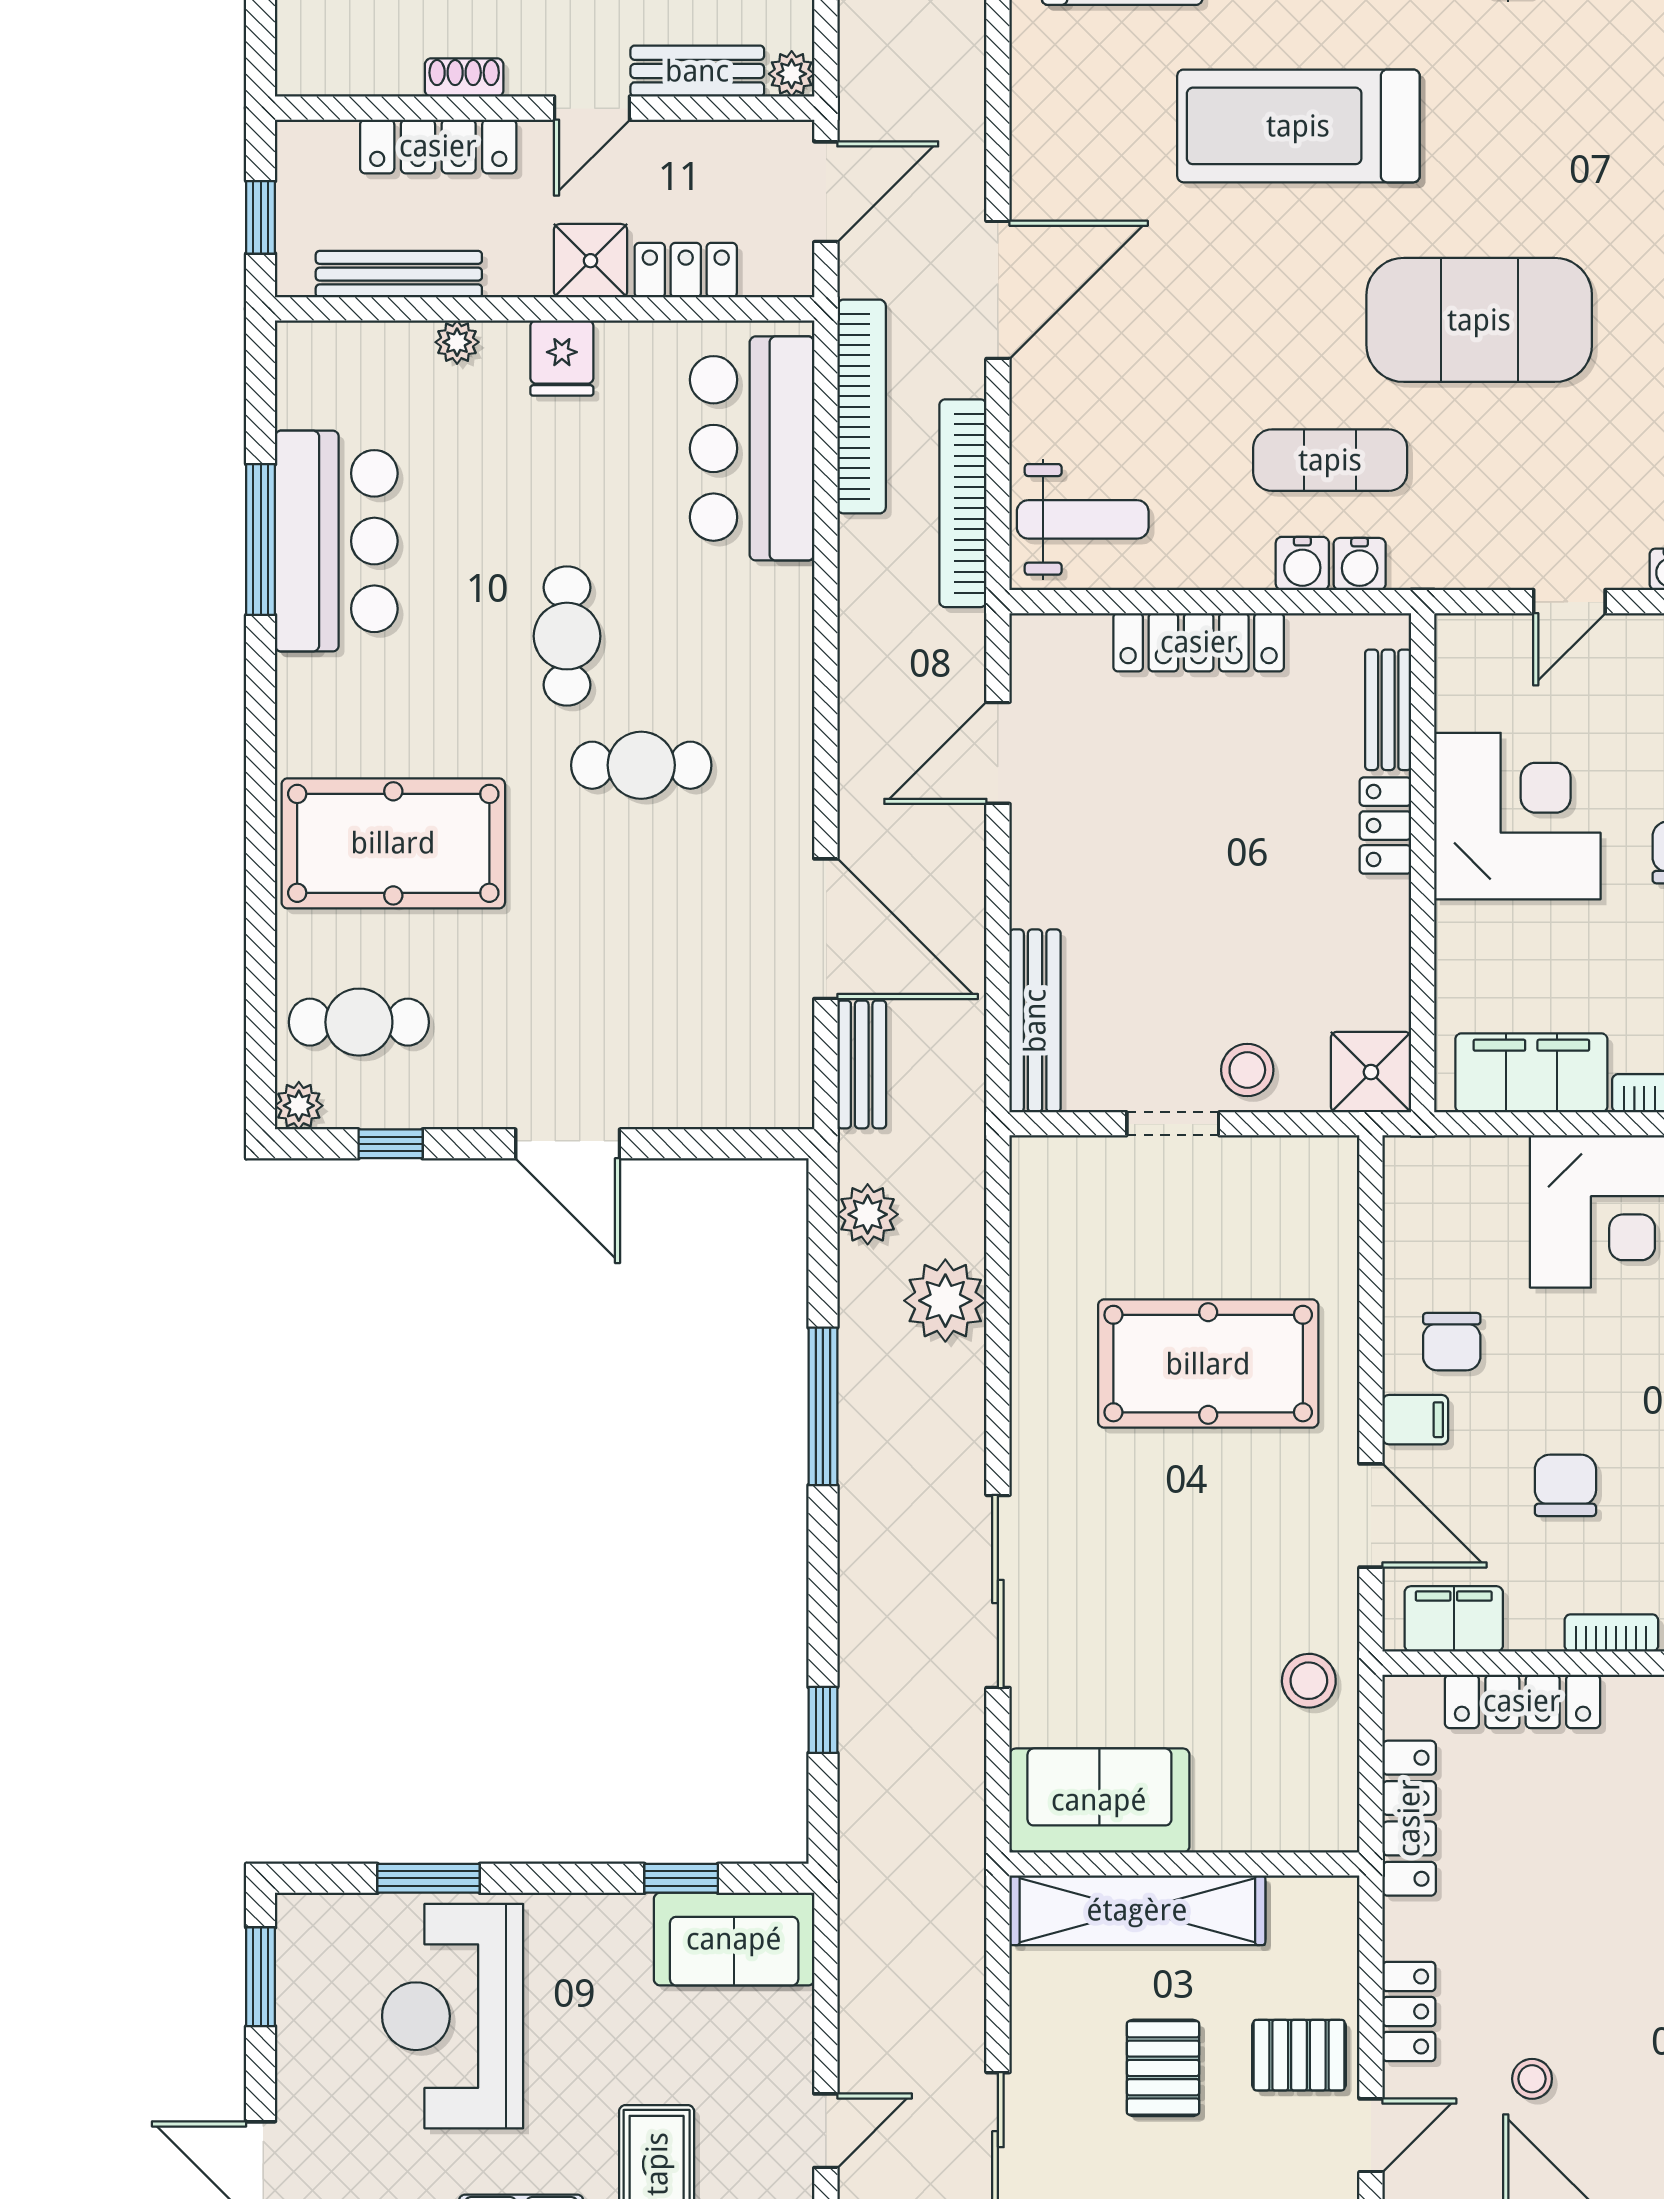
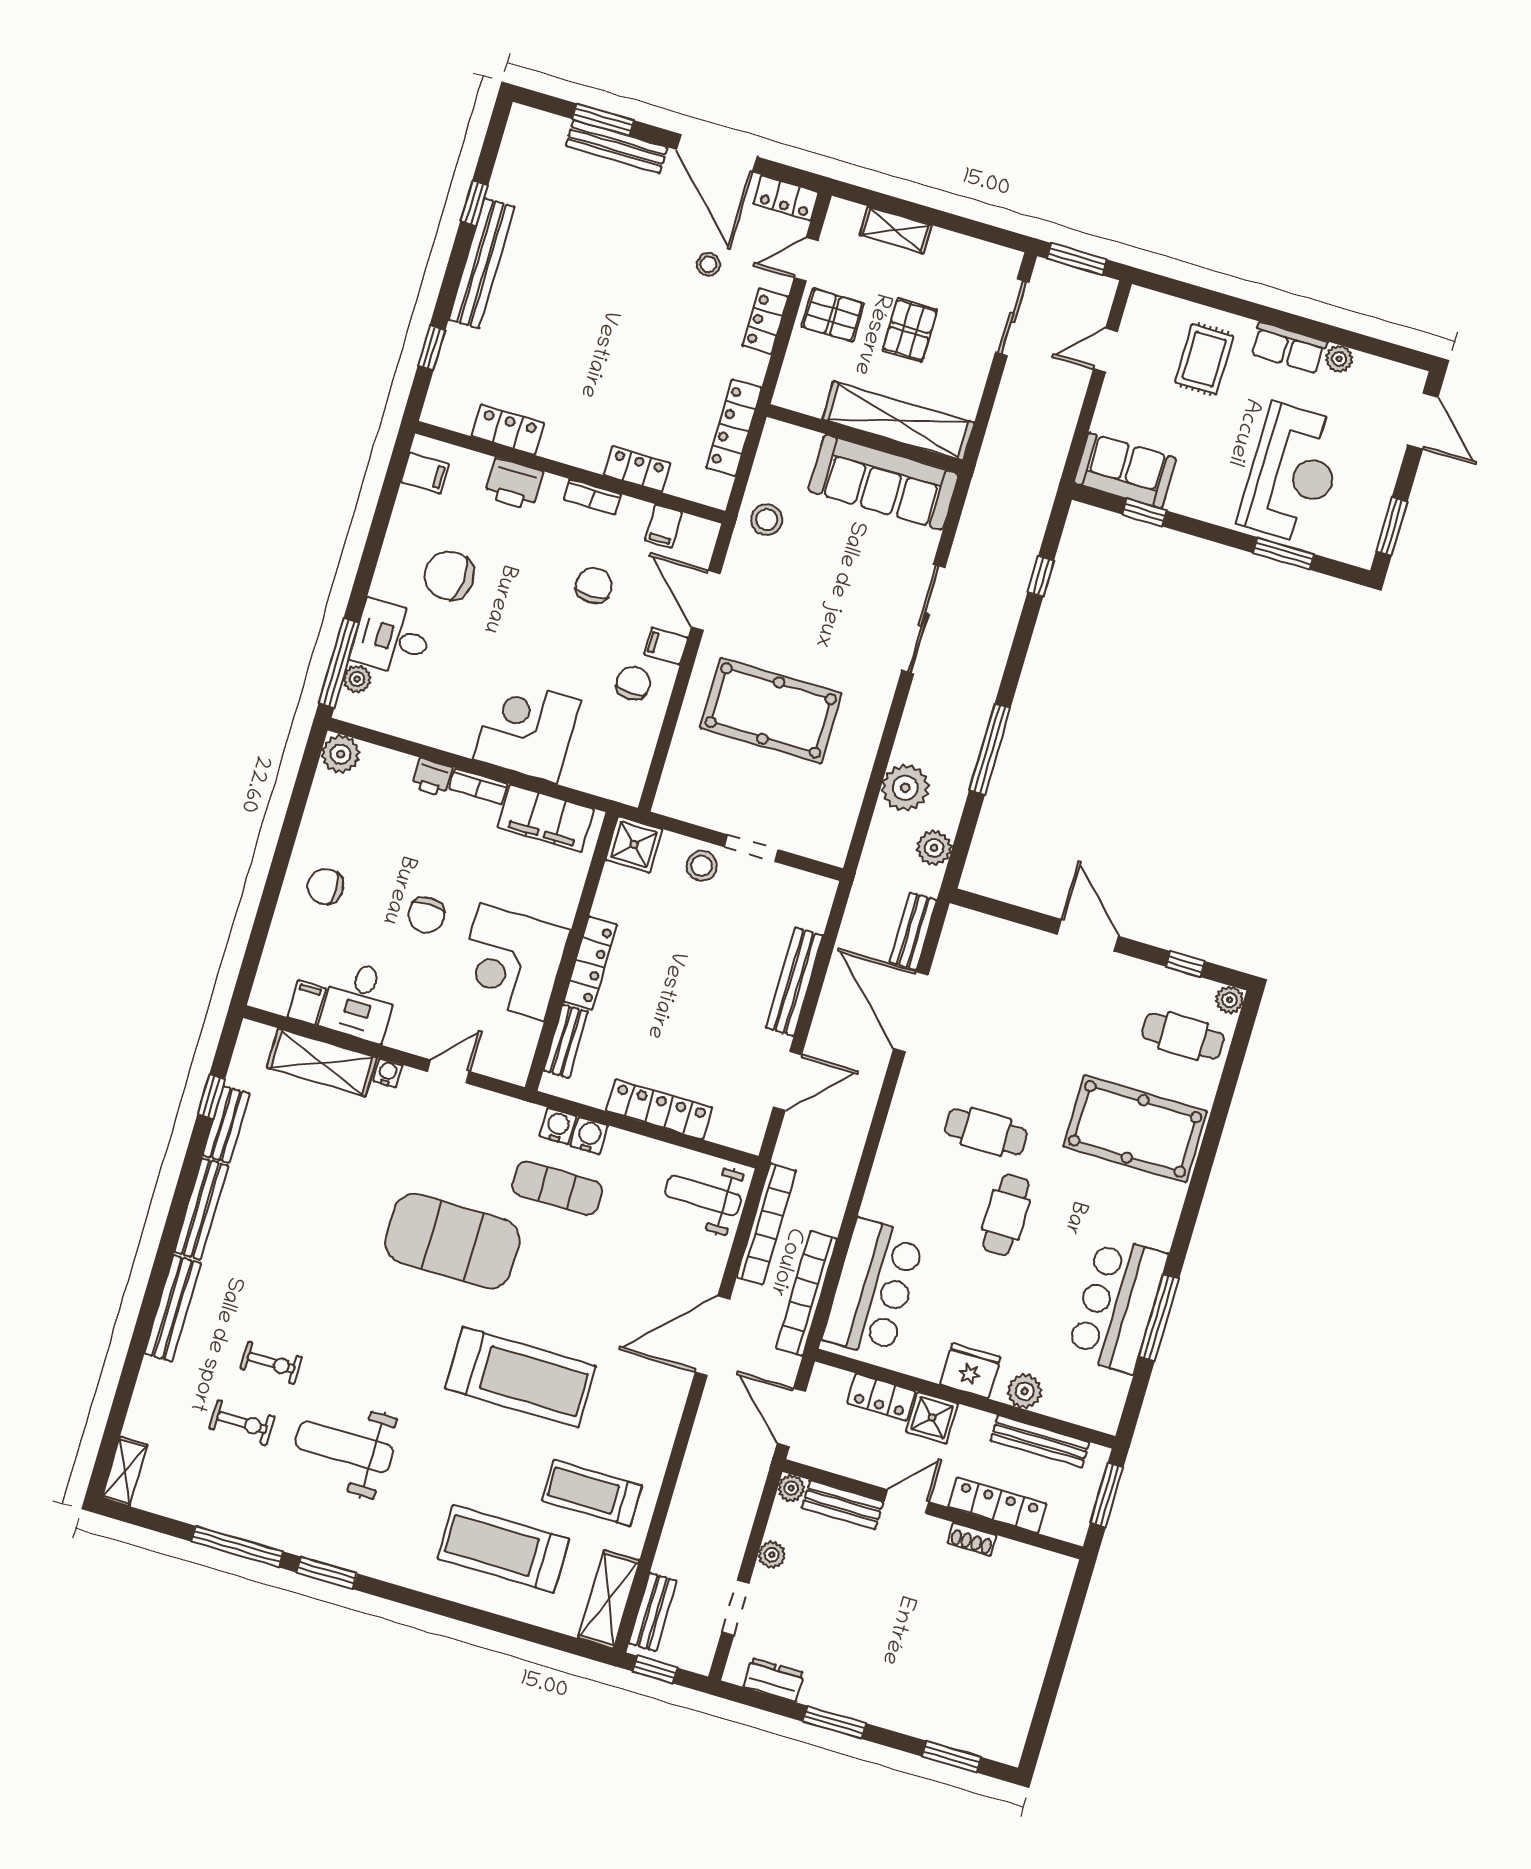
door: (826, 192) -> (791, 1418), hinge flipped
window: (261, 217) -> (1107, 1495), width x1.50
plant: (457, 342) -> (1025, 1391), width x1.38, depth x1.38
fridge: (562, 358) -> (970, 1371), width x1.38
locker: (1385, 826) -> (590, 963), width x1.53
bench: (1035, 1021) -> (795, 982), moved
chair: (1565, 1485) -> (594, 586), turned 180
filing cabinet: (1454, 1619) -> (663, 526), width x0.50
locker: (1522, 1701) -> (637, 469), width x0.66
sofa: (1099, 1800) -> (884, 482), width x1.36

